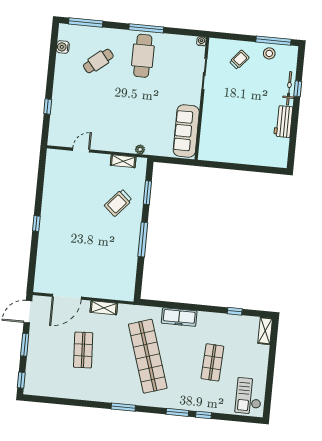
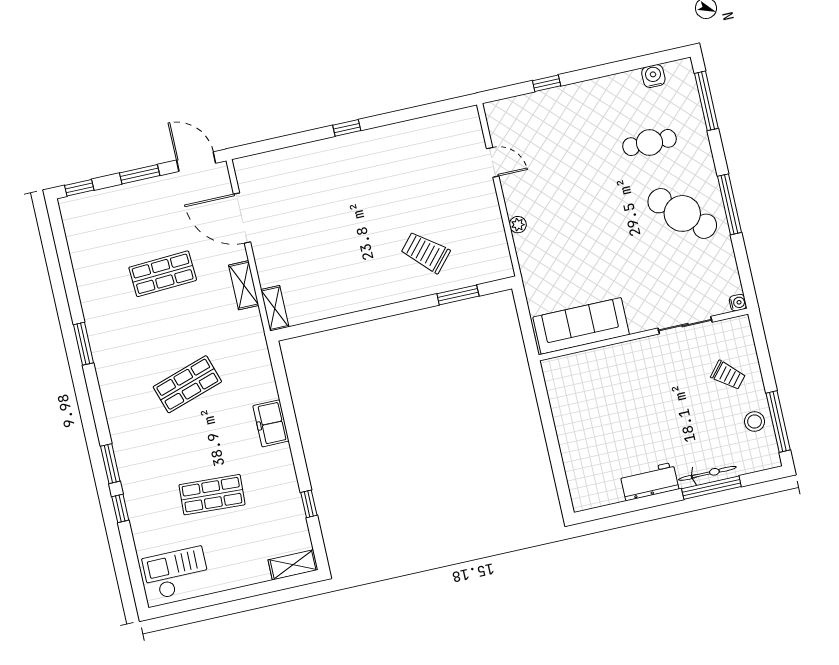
cafe table: (143, 56) -> (682, 213), turned 42
cafe table: (98, 61) -> (649, 143), turned -51
window: (298, 89) -> (711, 488), width x2.17
plant: (140, 149) -> (518, 225), moved
shelving: (123, 161) -> (275, 308), moved
window: (143, 239) -> (378, 313), removed
freezer: (179, 317) -> (271, 423), width x0.71
shop shelf: (148, 356) -> (187, 384), width x0.50, depth x0.74
window: (123, 407) -> (83, 344), moved

